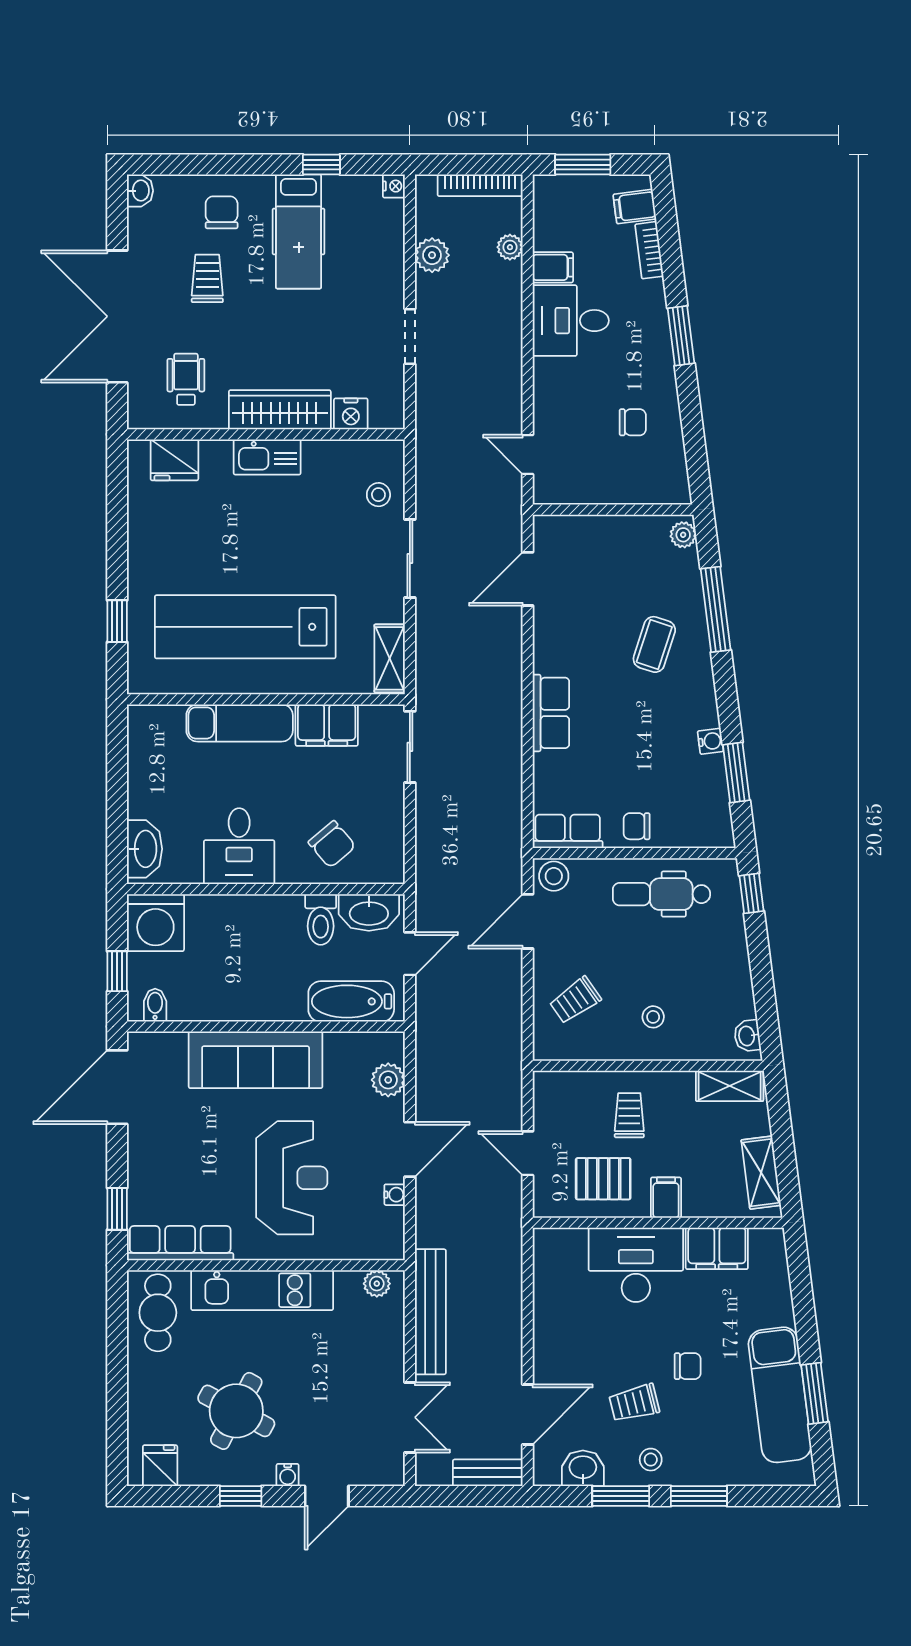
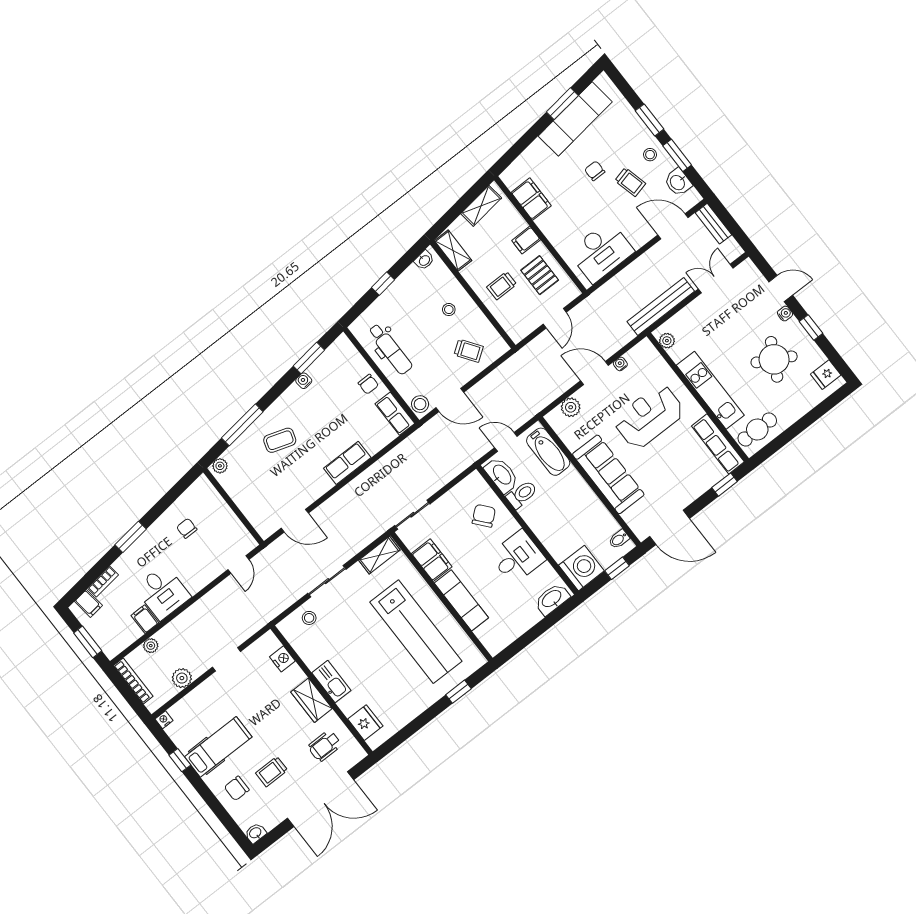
wardrobe: (280, 410) -> (311, 700), width x0.67
window: (751, 893) -> (383, 284), moved
desk: (636, 1265) -> (601, 252), moved, turned -90

